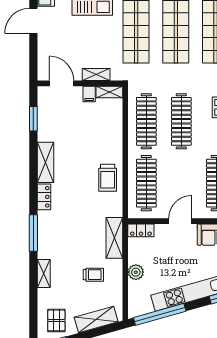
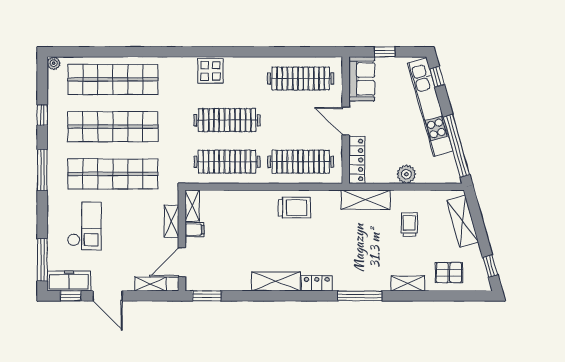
shelving: (43, 57) -> (151, 284), added
window: (33, 119) -> (207, 296), moved
locker: (141, 230) -> (357, 160), width x1.53
pallet: (56, 320) -> (449, 273), moved

